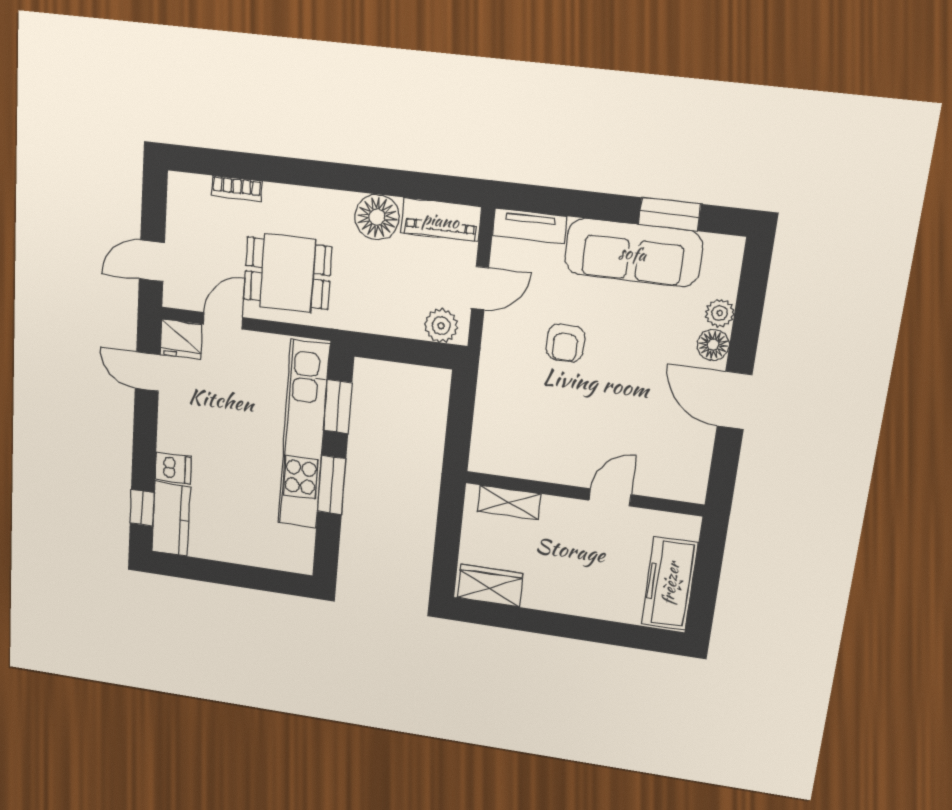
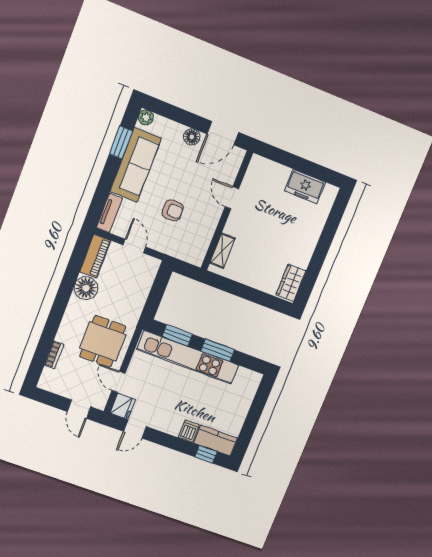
plant: (720, 313) -> (146, 117), moved
plant: (441, 326) -> (149, 271), removed
wall: (584, 494) -> (227, 211), moved
door: (610, 497) -> (232, 198), moved
shelving: (509, 502) -> (222, 251), moved
freezer: (670, 583) -> (305, 187), width x0.71

